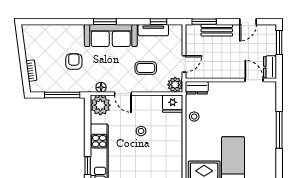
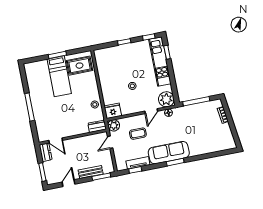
armchair: (74, 61) -> (192, 128), removed
door: (123, 94) -> (151, 111), swing flipped

